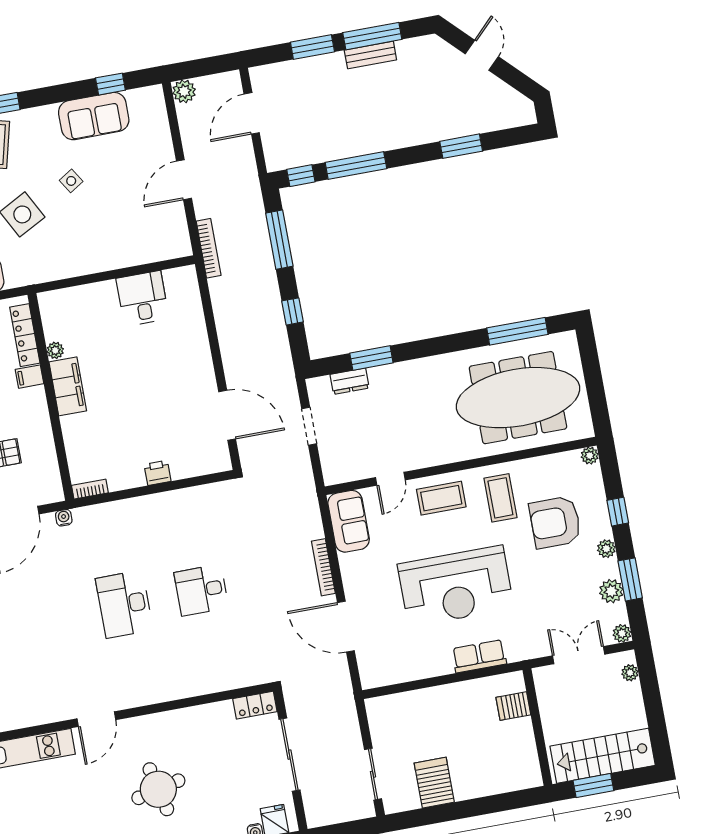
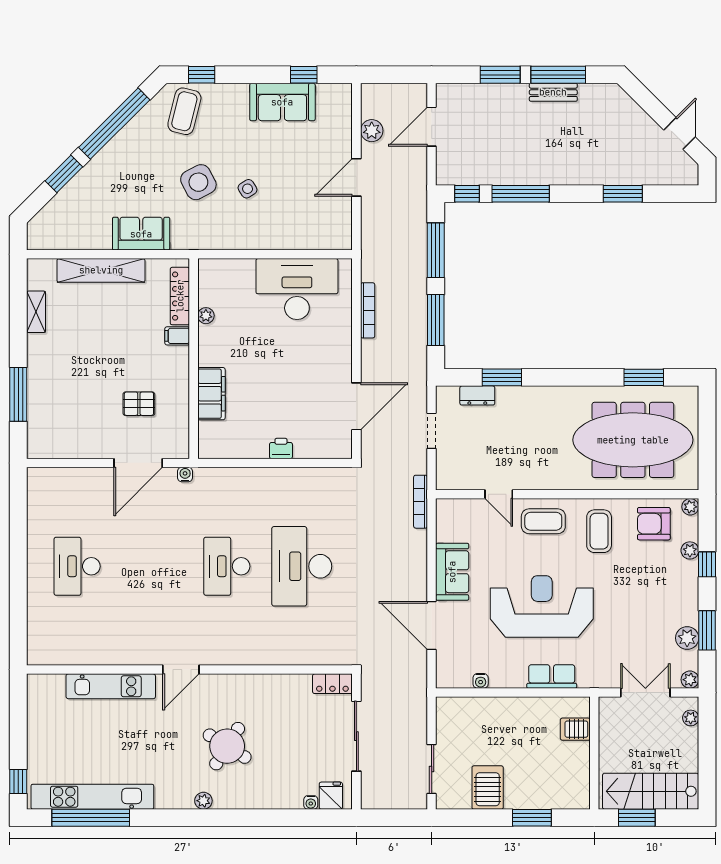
door: (482, 55) -> (680, 133), moved
plant: (184, 91) -> (372, 131), moved
side table: (71, 181) -> (248, 189), moved
bookcase: (209, 248) -> (368, 310), moved
desk: (143, 299) -> (297, 289), width x1.87, depth x1.30
window: (292, 311) -> (436, 320), width x2.17
window: (517, 331) -> (644, 377), width x0.69
filing cabinet: (68, 386) -> (211, 394), moved
door: (227, 415) -> (356, 406), hinge flipped
door: (390, 479) -> (499, 494), hinge flipped
bookcase: (90, 489) -> (215, 452), removed
sofa: (349, 521) -> (452, 572), moved
armchair: (555, 522) -> (654, 524), moved, width x0.73, depth x0.73
plant: (606, 549) -> (690, 550), moved
bookcase: (323, 567) -> (421, 502), moved
reception desk: (456, 586) -> (542, 606), turned 180
desk: (201, 590) -> (302, 566), width x1.87, depth x1.30
water cooler: (407, 674) -> (481, 681), added
round table: (158, 789) -> (227, 746), turned 45
window: (485, 805) -> (532, 818), added

